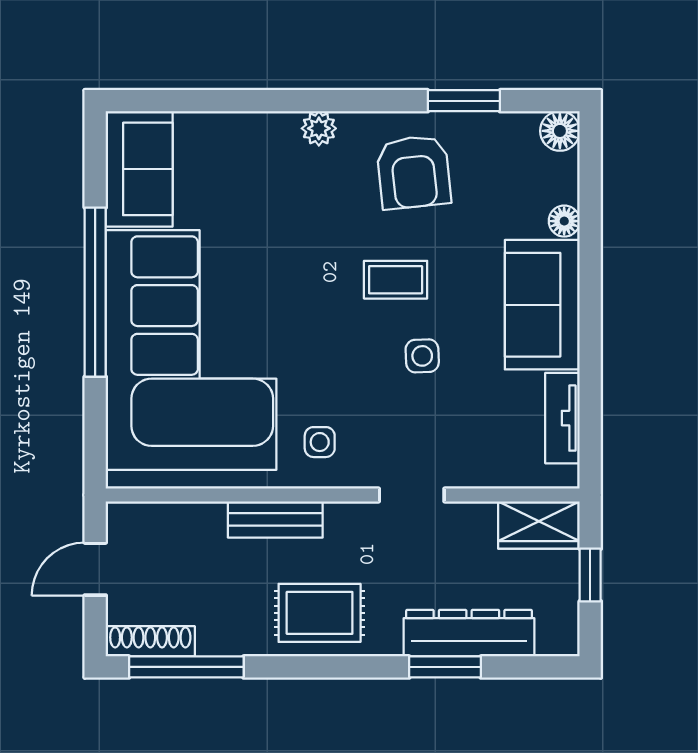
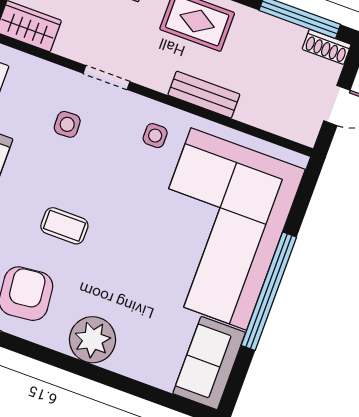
plant: (319, 128) -> (93, 340), width x1.87, depth x1.87
side table: (422, 356) -> (67, 124), moved
shoe rack: (150, 641) -> (327, 47), width x0.70

